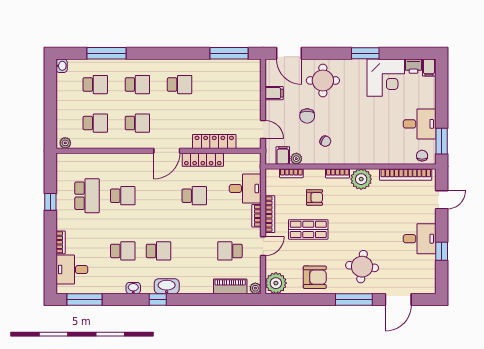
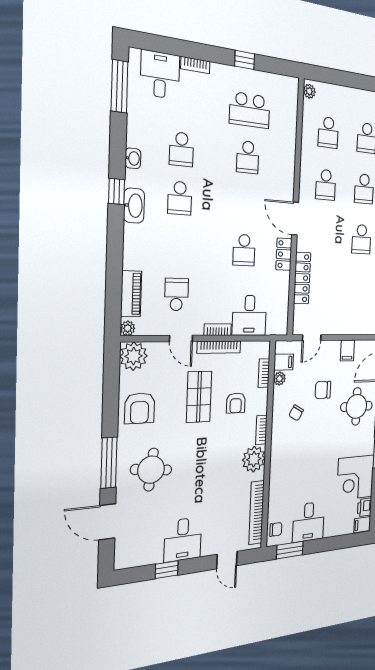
locker: (203, 160) -> (284, 254), width x0.66

